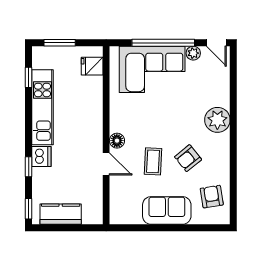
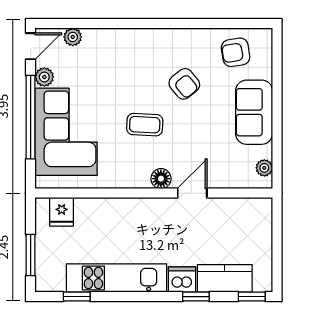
plant: (217, 120) -> (73, 37), moved, width x0.53, depth x0.53
coffee table: (153, 161) -> (145, 125), moved
kitchen counter: (61, 214) -> (225, 278), moved, turned 90
plant: (125, 218) -> (264, 168), added

